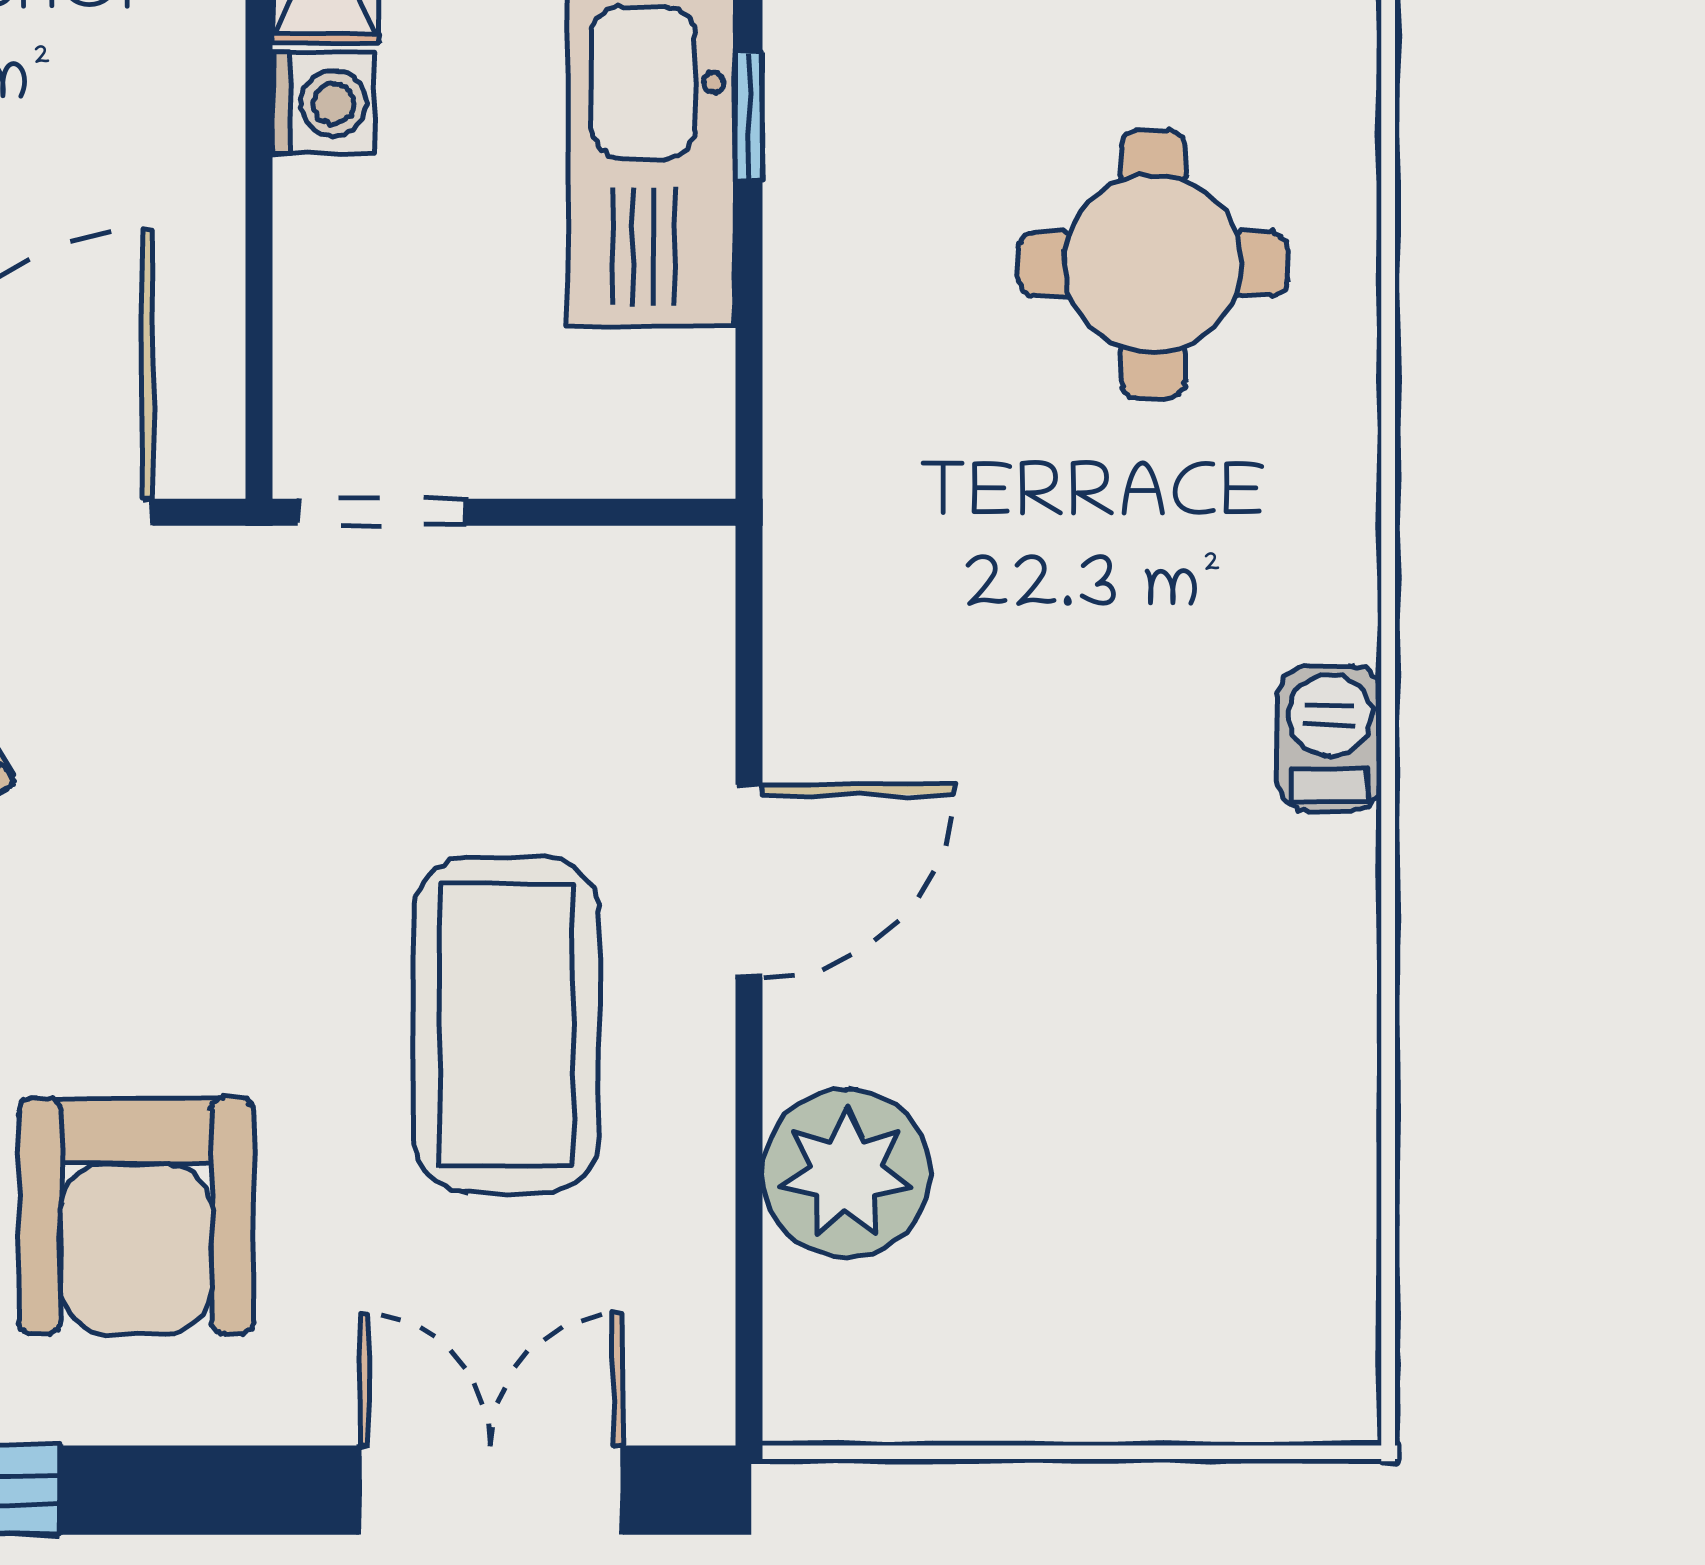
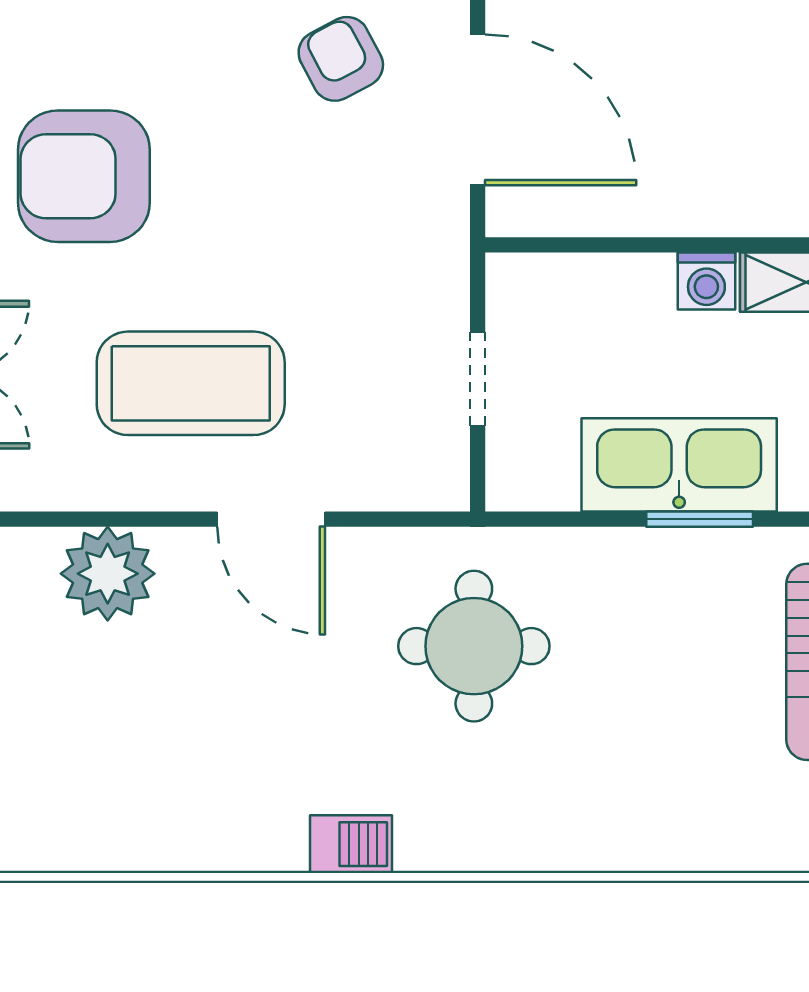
window: (749, 115) -> (700, 519), width x1.50
round table: (1153, 264) -> (474, 646), moved
doorway: (382, 512) -> (478, 379), moved

